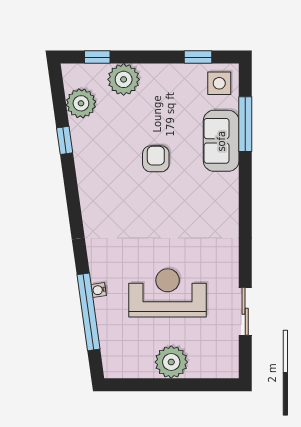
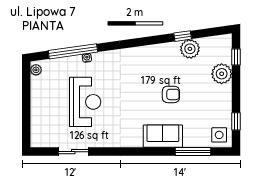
plant: (81, 103) -> (190, 49), moved
sofa: (221, 141) -> (163, 136), moved
plant: (171, 362) -> (36, 70), moved, width x0.53, depth x0.53

